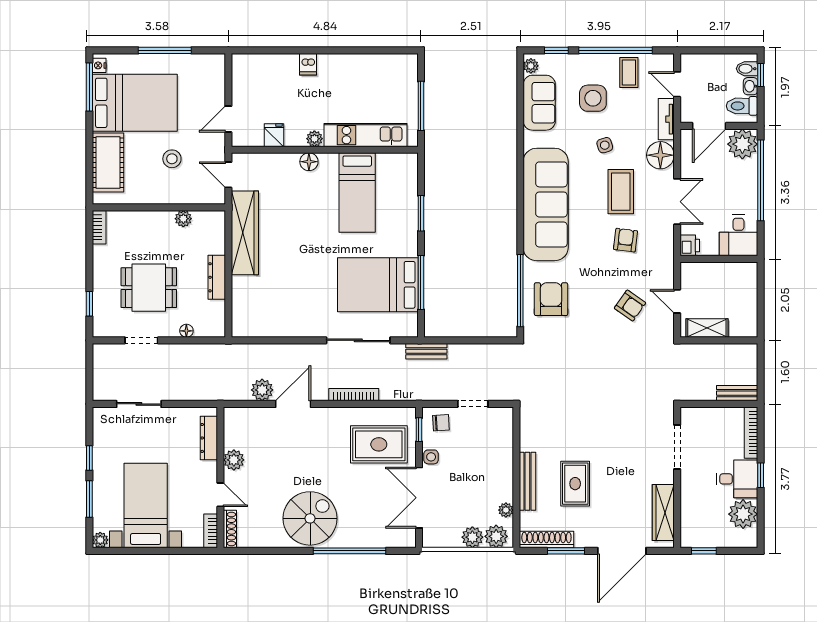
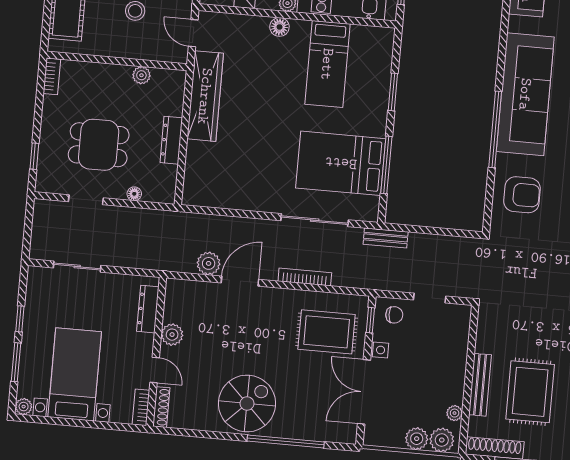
window: (520, 291) -> (495, 129), moved
armchair: (551, 299) -> (522, 195), turned 90
rug: (575, 484) -> (530, 392), width x1.36, depth x1.43

